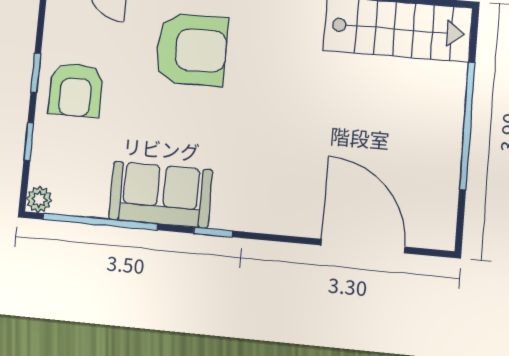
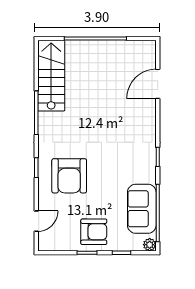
armchair: (191, 50) -> (69, 176), turned 180
sofa: (161, 195) -> (142, 209), moved
door: (363, 246) -> (158, 84), width x0.73

